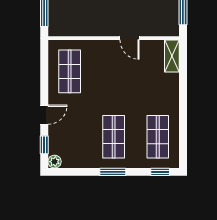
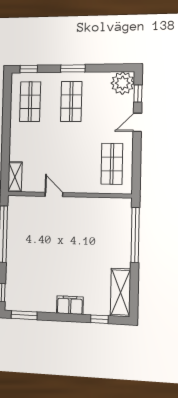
plant: (55, 162) -> (123, 83), width x1.87, depth x1.87

